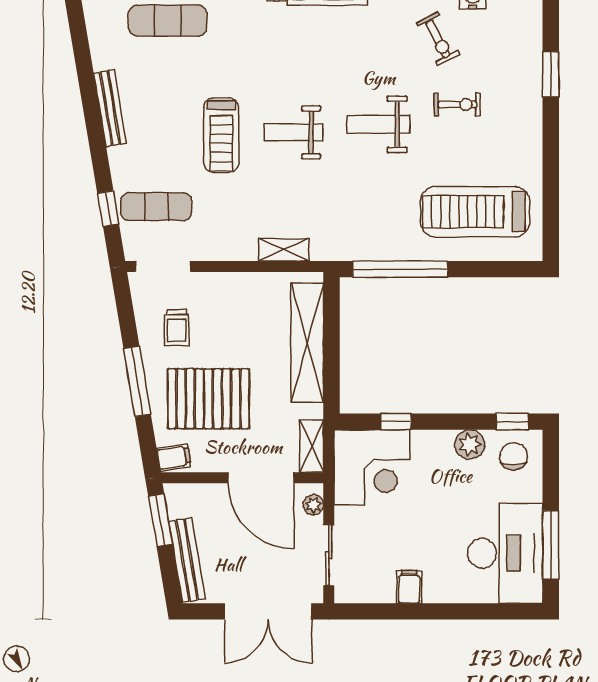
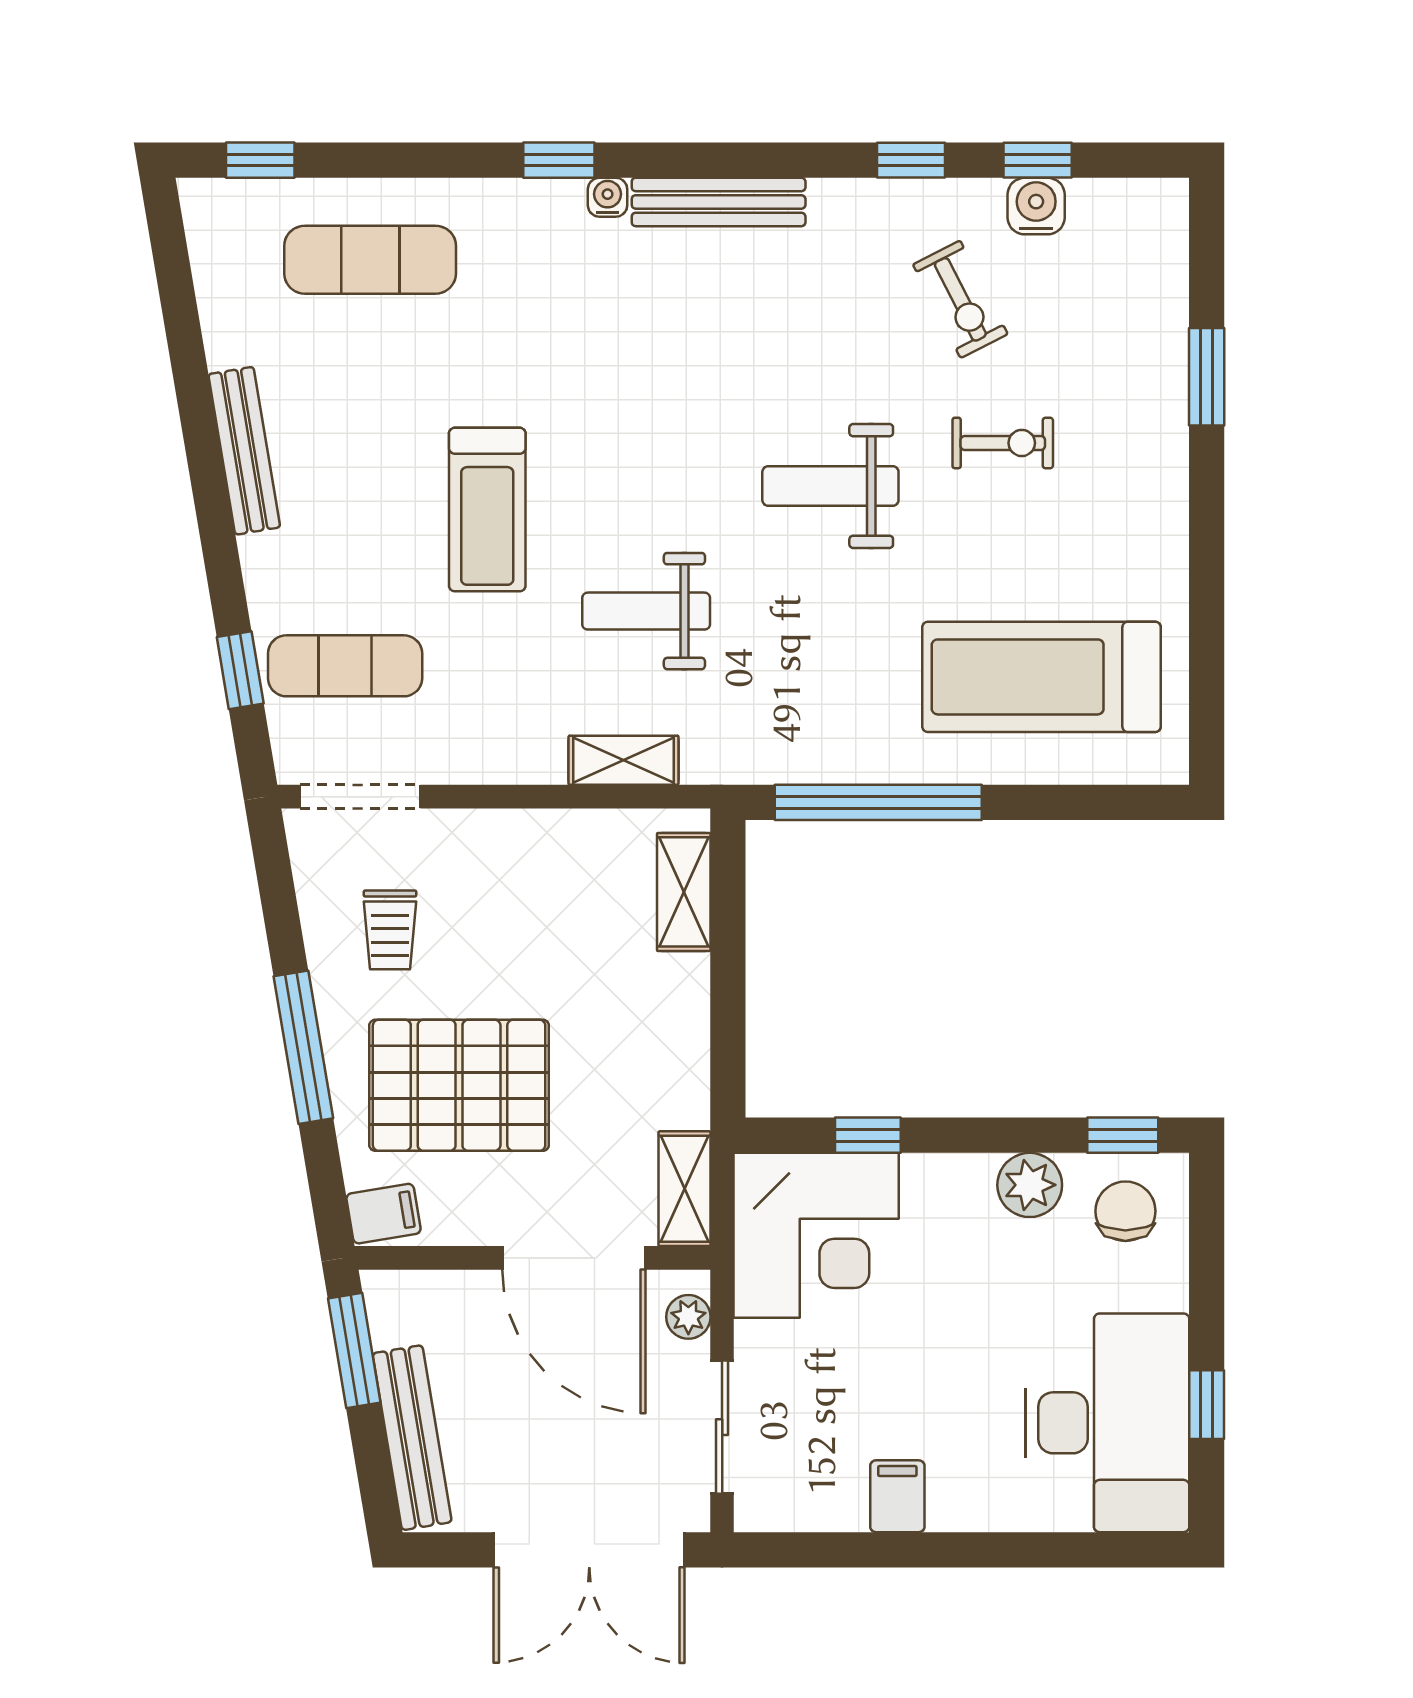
weight bench: (294, 132) -> (646, 611), moved
shelving: (307, 343) -> (684, 892), width x0.45, depth x0.75
window: (551, 545) -> (1207, 1405), width x0.46

